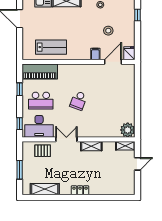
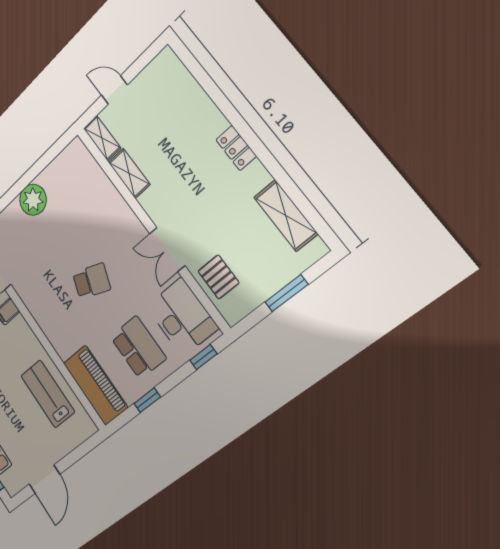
plant: (128, 130) -> (33, 200), moved
shelving: (91, 146) -> (129, 173), moved

